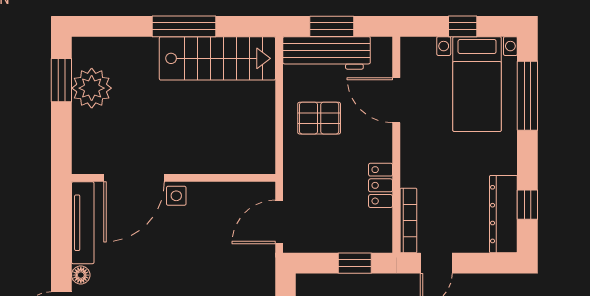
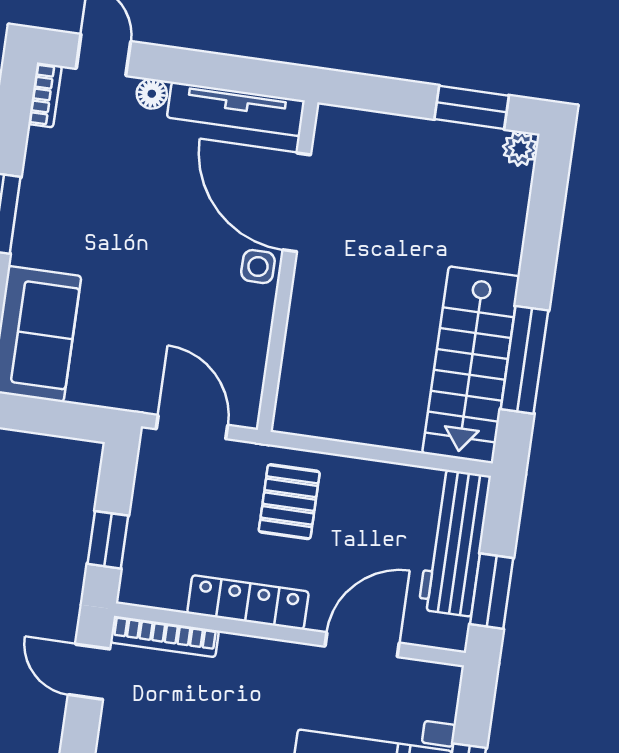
window: (184, 26) -> (524, 360), moved
window: (332, 26) -> (492, 591), moved
plant: (92, 88) -> (520, 149), moved, width x0.53, depth x0.53
pallet: (319, 118) -> (289, 502), moved
locker: (381, 185) -> (248, 602), width x1.53

